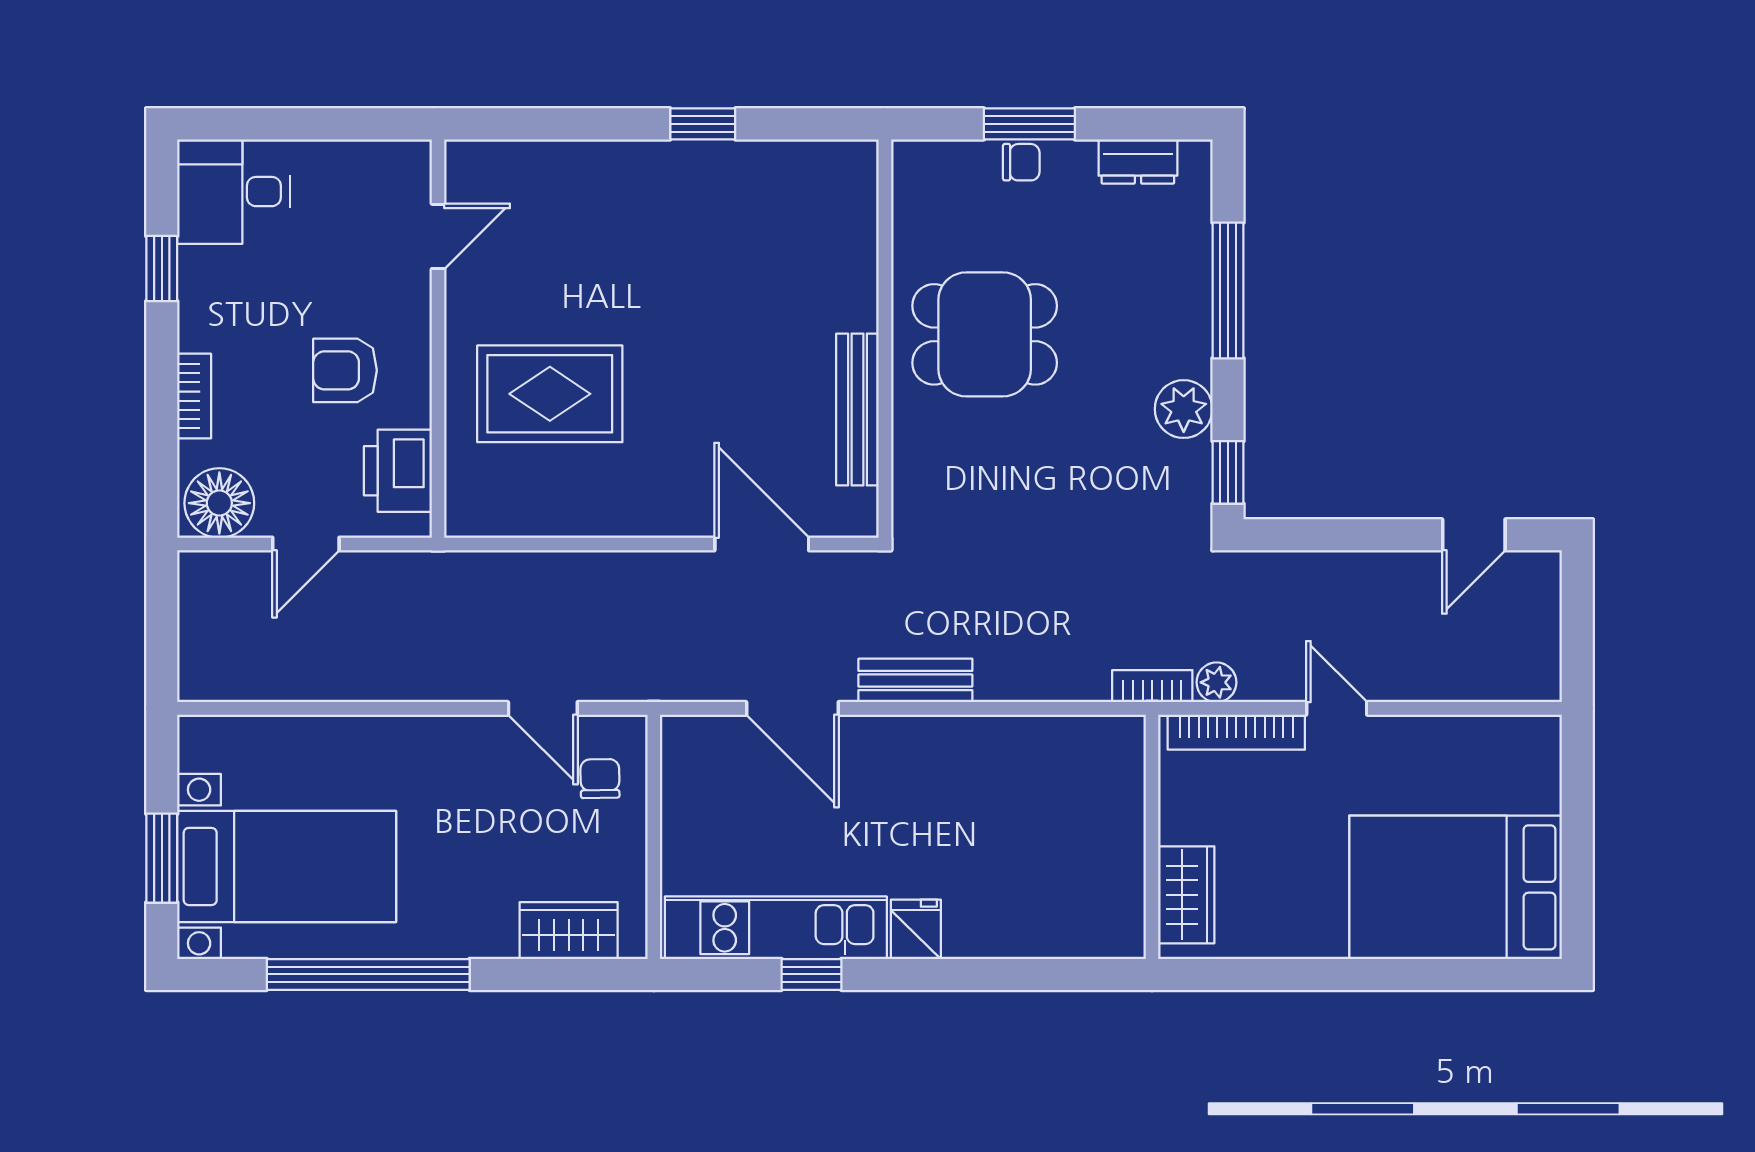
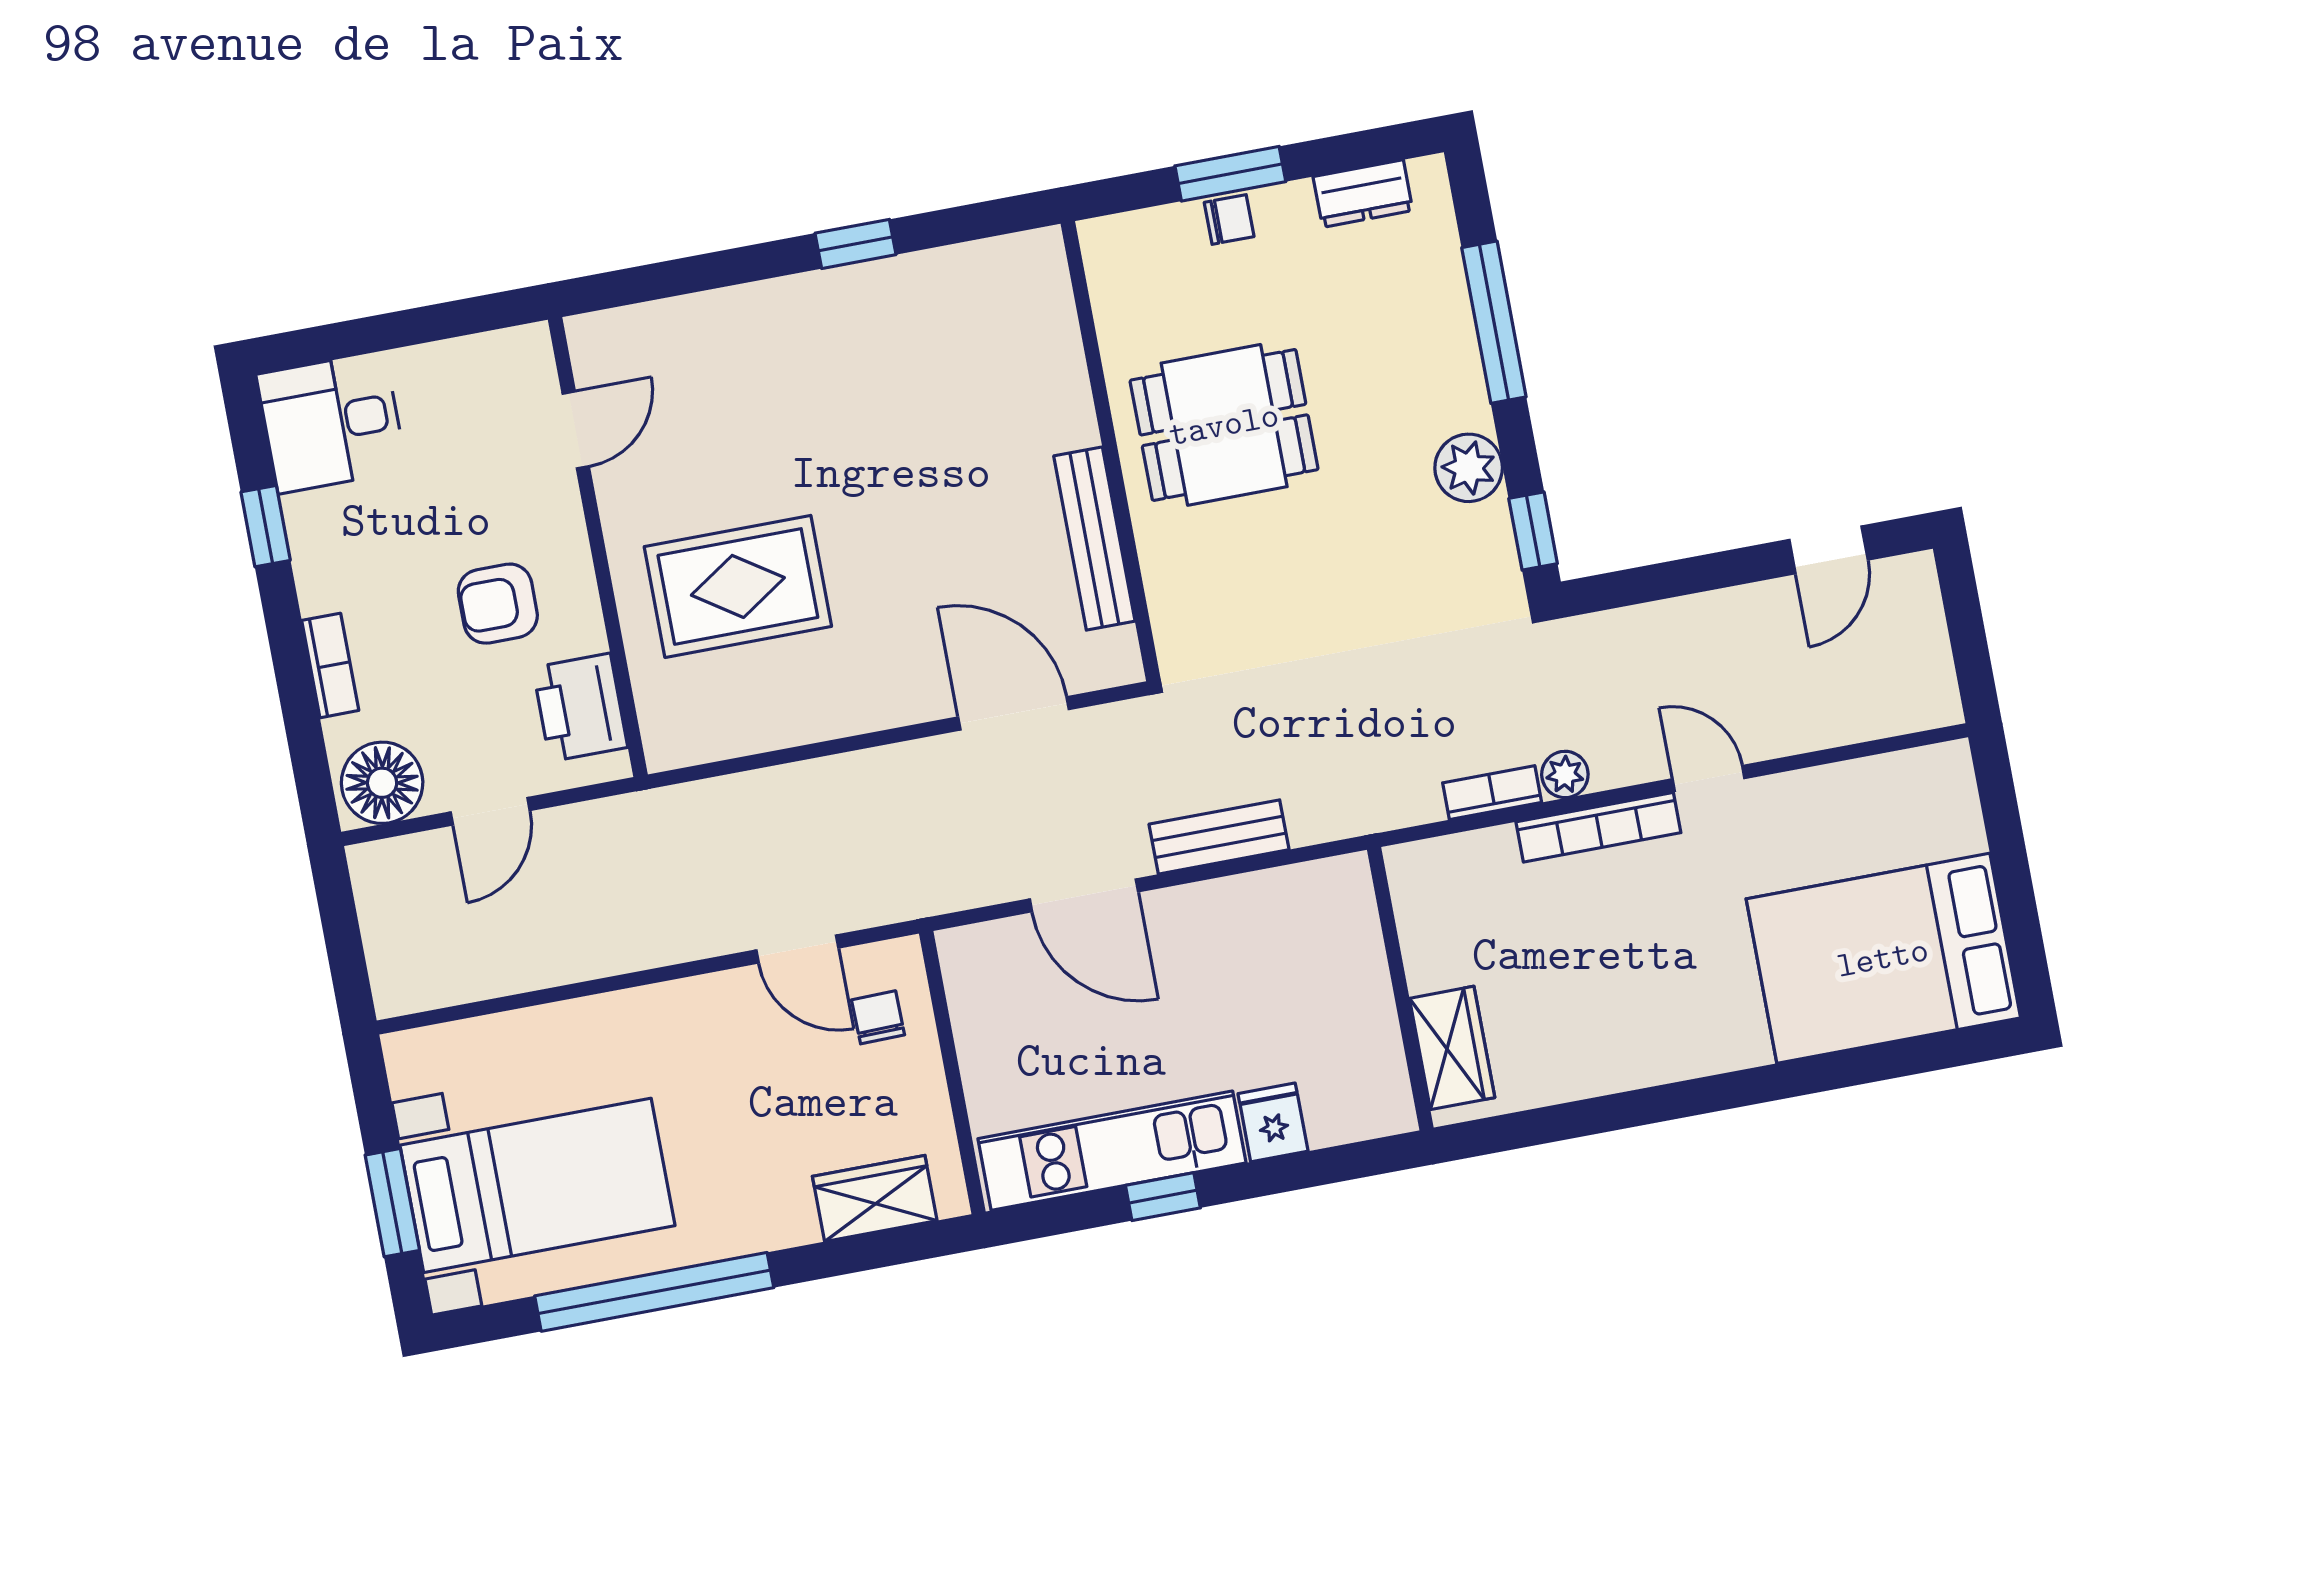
wall: (1152, 837) -> (1400, 989), moved
wardrobe: (1186, 895) -> (1452, 1048), moved

